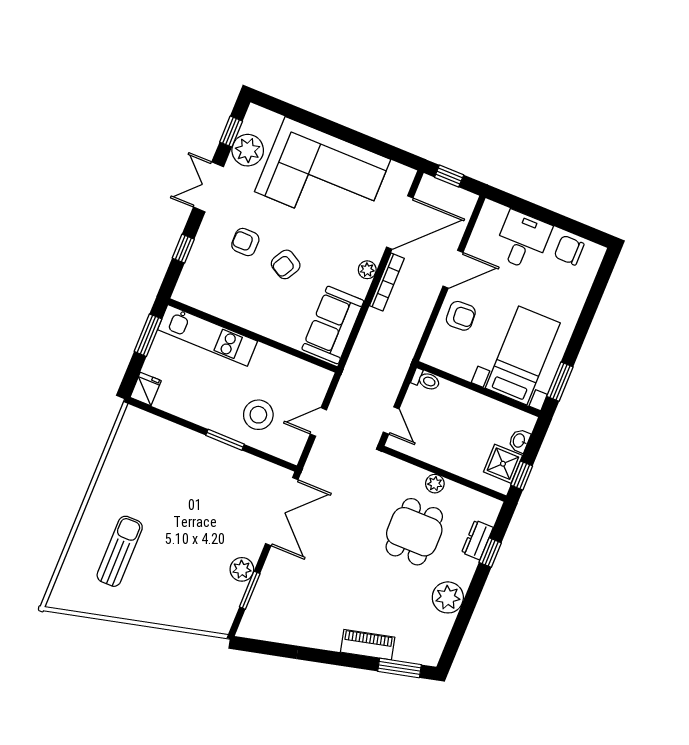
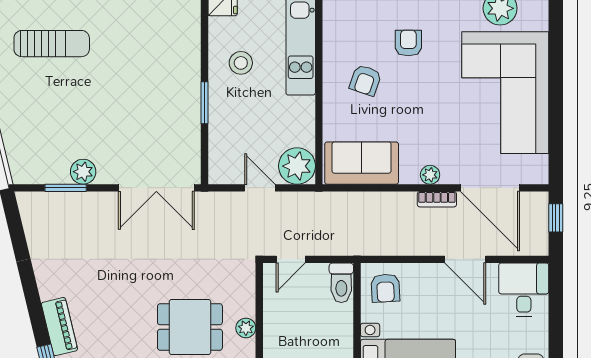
desk: (523, 240) -> (524, 290), moved, turned -90
armchair: (286, 264) -> (365, 80), moved, turned -101
bookcase: (387, 282) -> (437, 199), width x0.64
armchair: (461, 316) -> (385, 288), moved
toilet: (426, 380) -> (341, 283), width x1.37, depth x1.39
plant: (313, 382) -> (297, 166), added
stool: (258, 415) -> (241, 63), moved, width x0.73, depth x0.73

